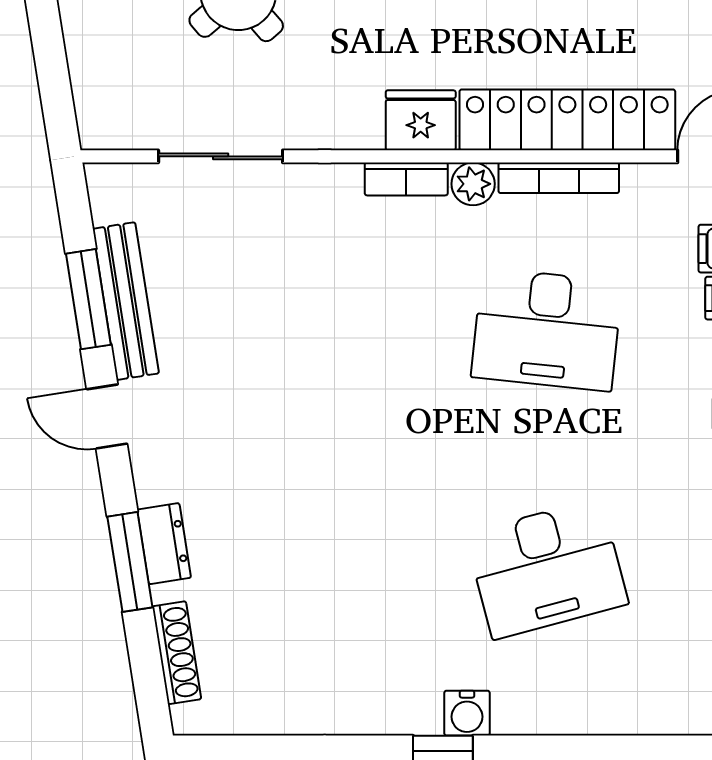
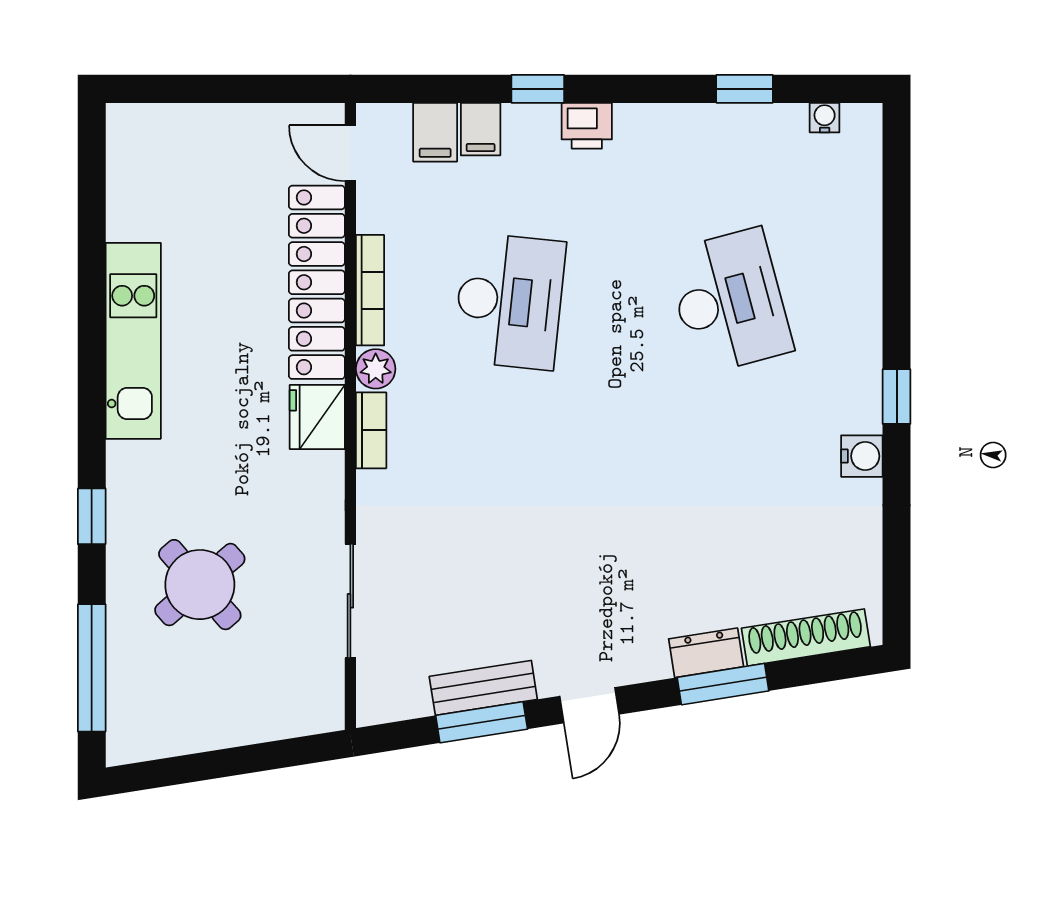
bench: (126, 301) -> (483, 688), width x0.73
shoe rack: (177, 653) -> (806, 637), width x1.36, depth x1.24
water cooler: (467, 713) -> (862, 456), moved

